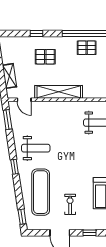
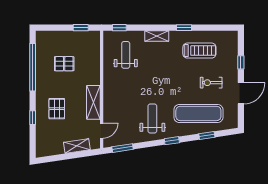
pallet: (87, 48) -> (64, 64), moved, turned 90
shelving: (59, 92) -> (93, 102), width x0.68
window: (22, 217) -> (207, 135), moved

